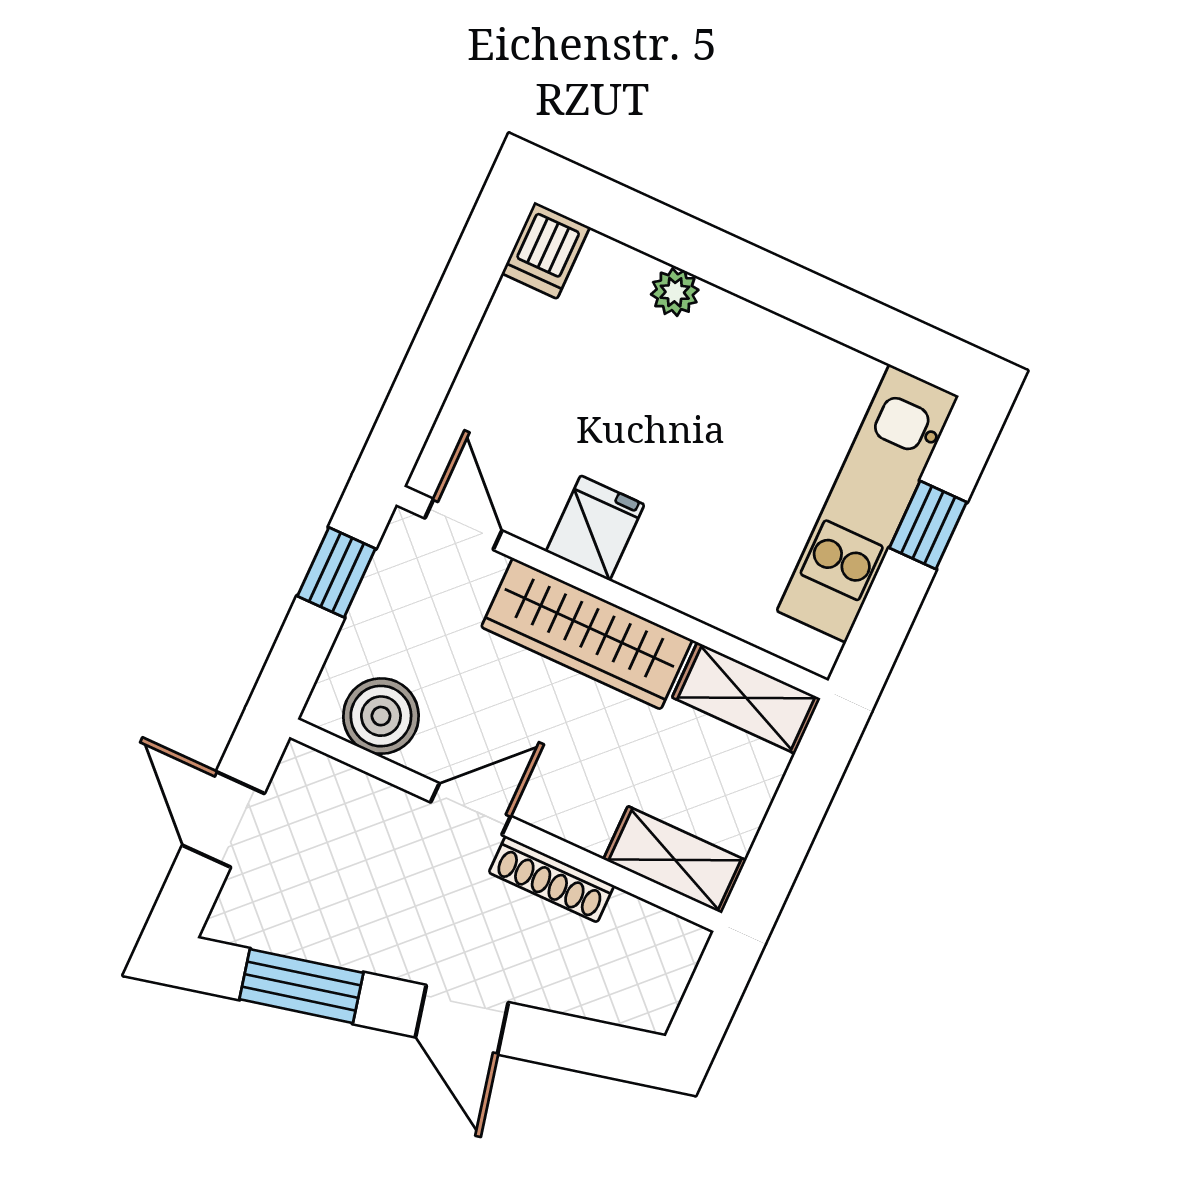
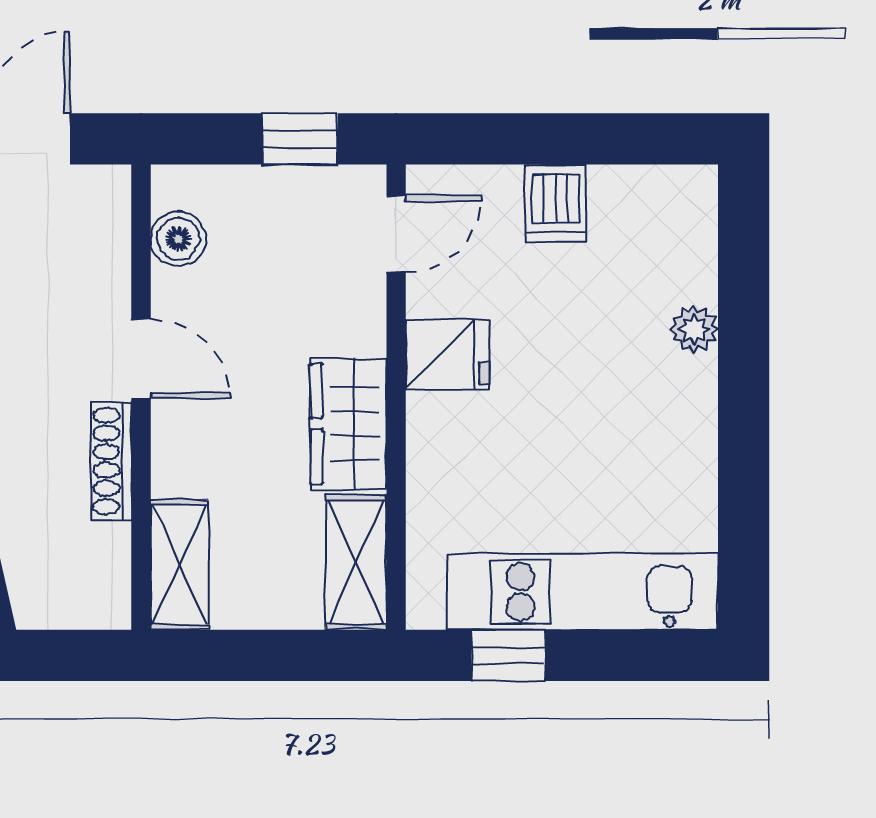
dishwasher: (546, 250) -> (555, 204), moved, turned -90
window: (928, 525) -> (508, 655), moved
wardrobe: (587, 634) -> (348, 424), width x0.67
boiler: (381, 716) -> (178, 239), width x0.73, depth x0.73

